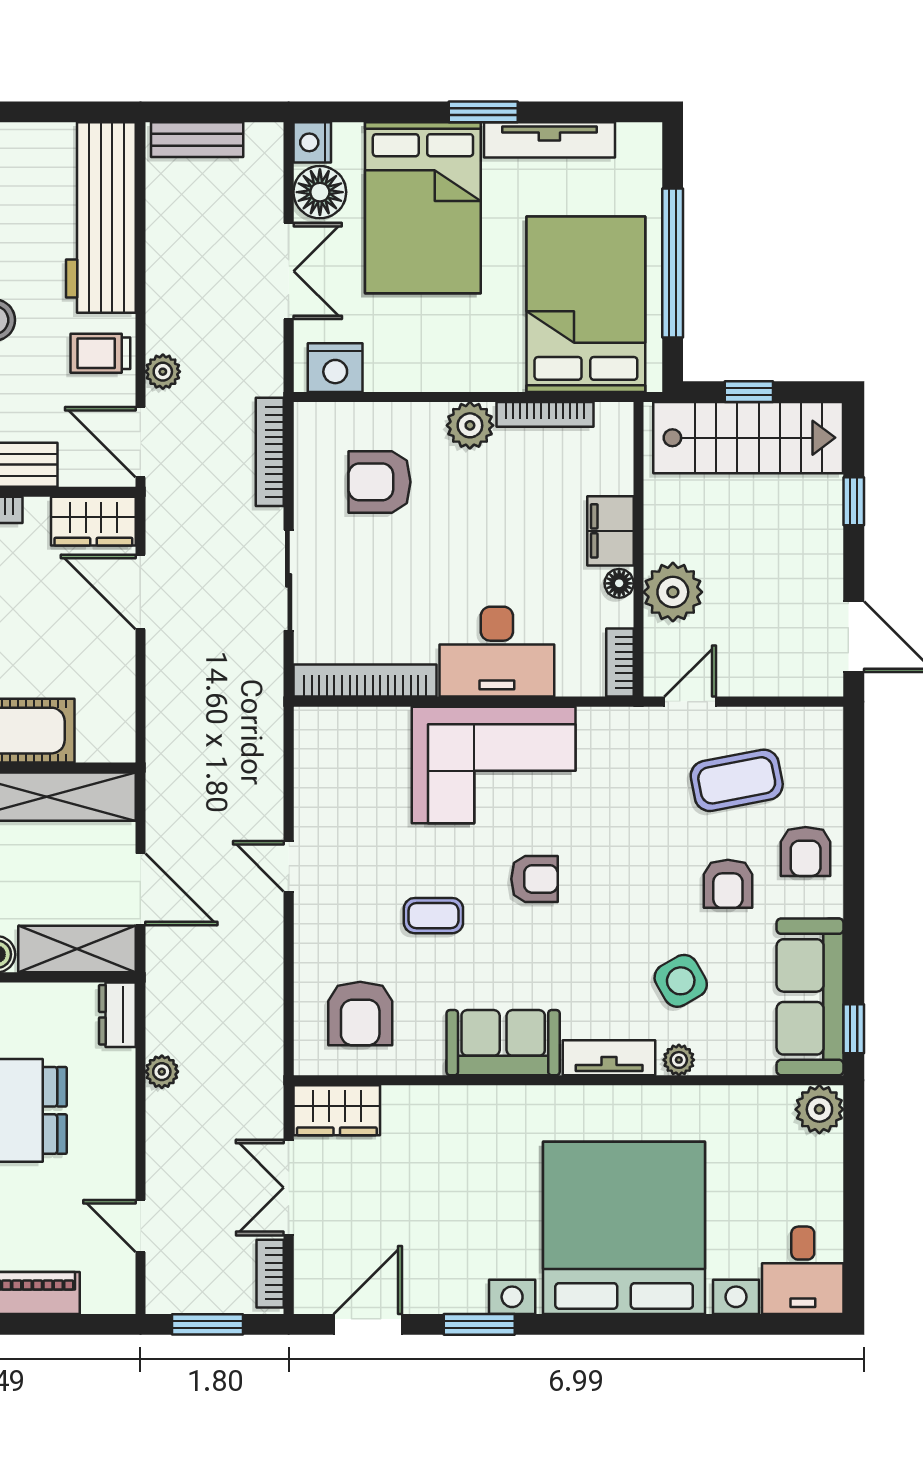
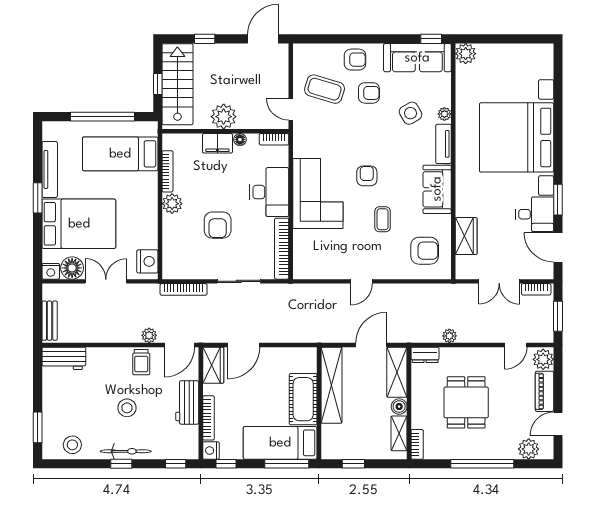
workbench: (101, 217) -> (64, 358), width x0.53, depth x0.76
bed: (586, 304) -> (120, 154), width x0.67
armchair: (379, 482) -> (218, 225), moved
plant: (673, 592) -> (224, 117), moved
coffee table: (737, 780) -> (325, 89), turned -62
wardrobe: (337, 1110) -> (466, 236), moved
desk: (803, 1270) -> (535, 214), moved
plant: (107, 1290) -> (543, 359), added

